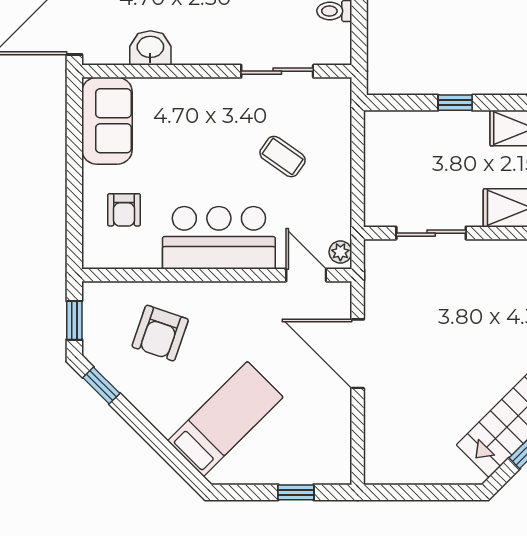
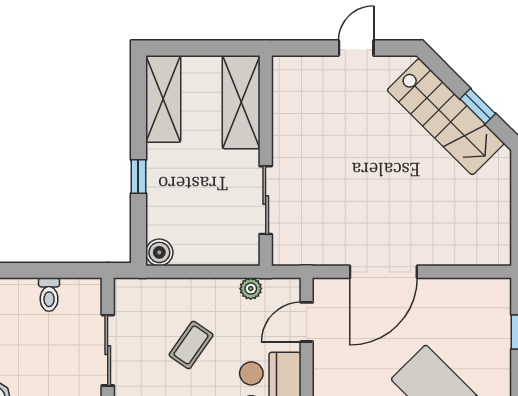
boiler: (377, 124) -> (159, 252), added
plant: (340, 252) -> (251, 289), moved

